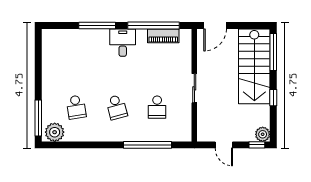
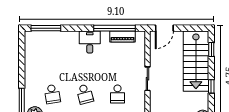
window: (97, 25) -> (46, 28), moved
window: (273, 52) -> (211, 49), width x0.46

